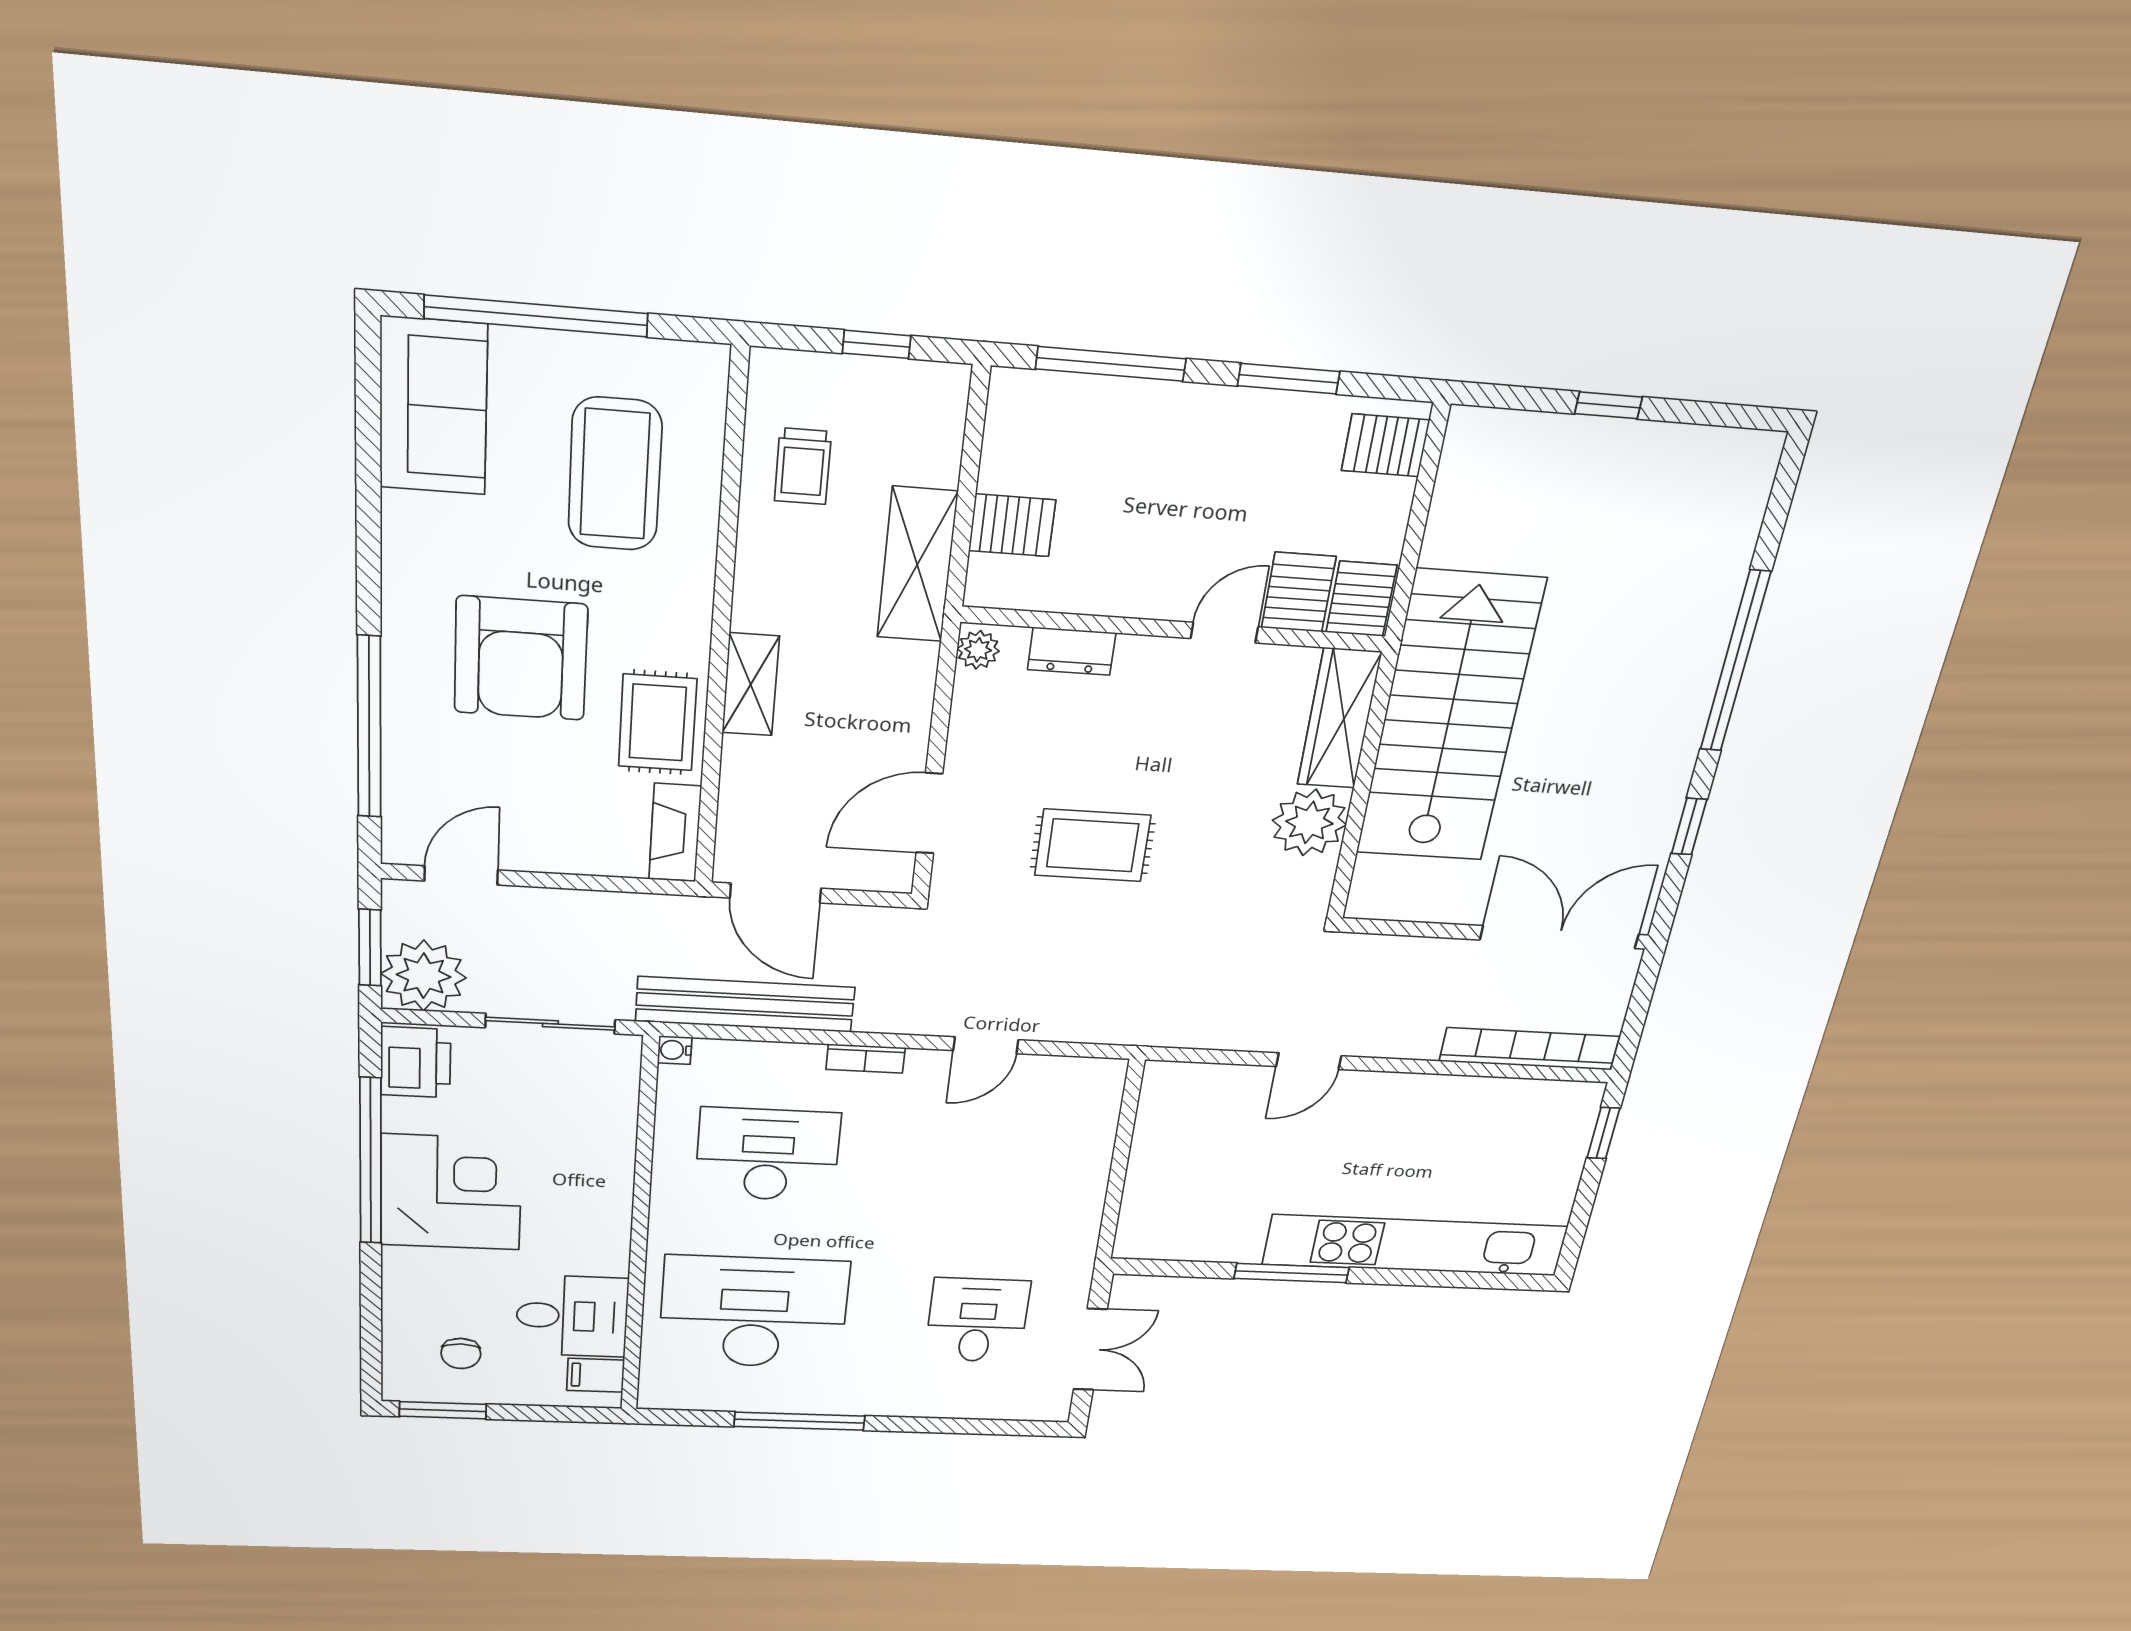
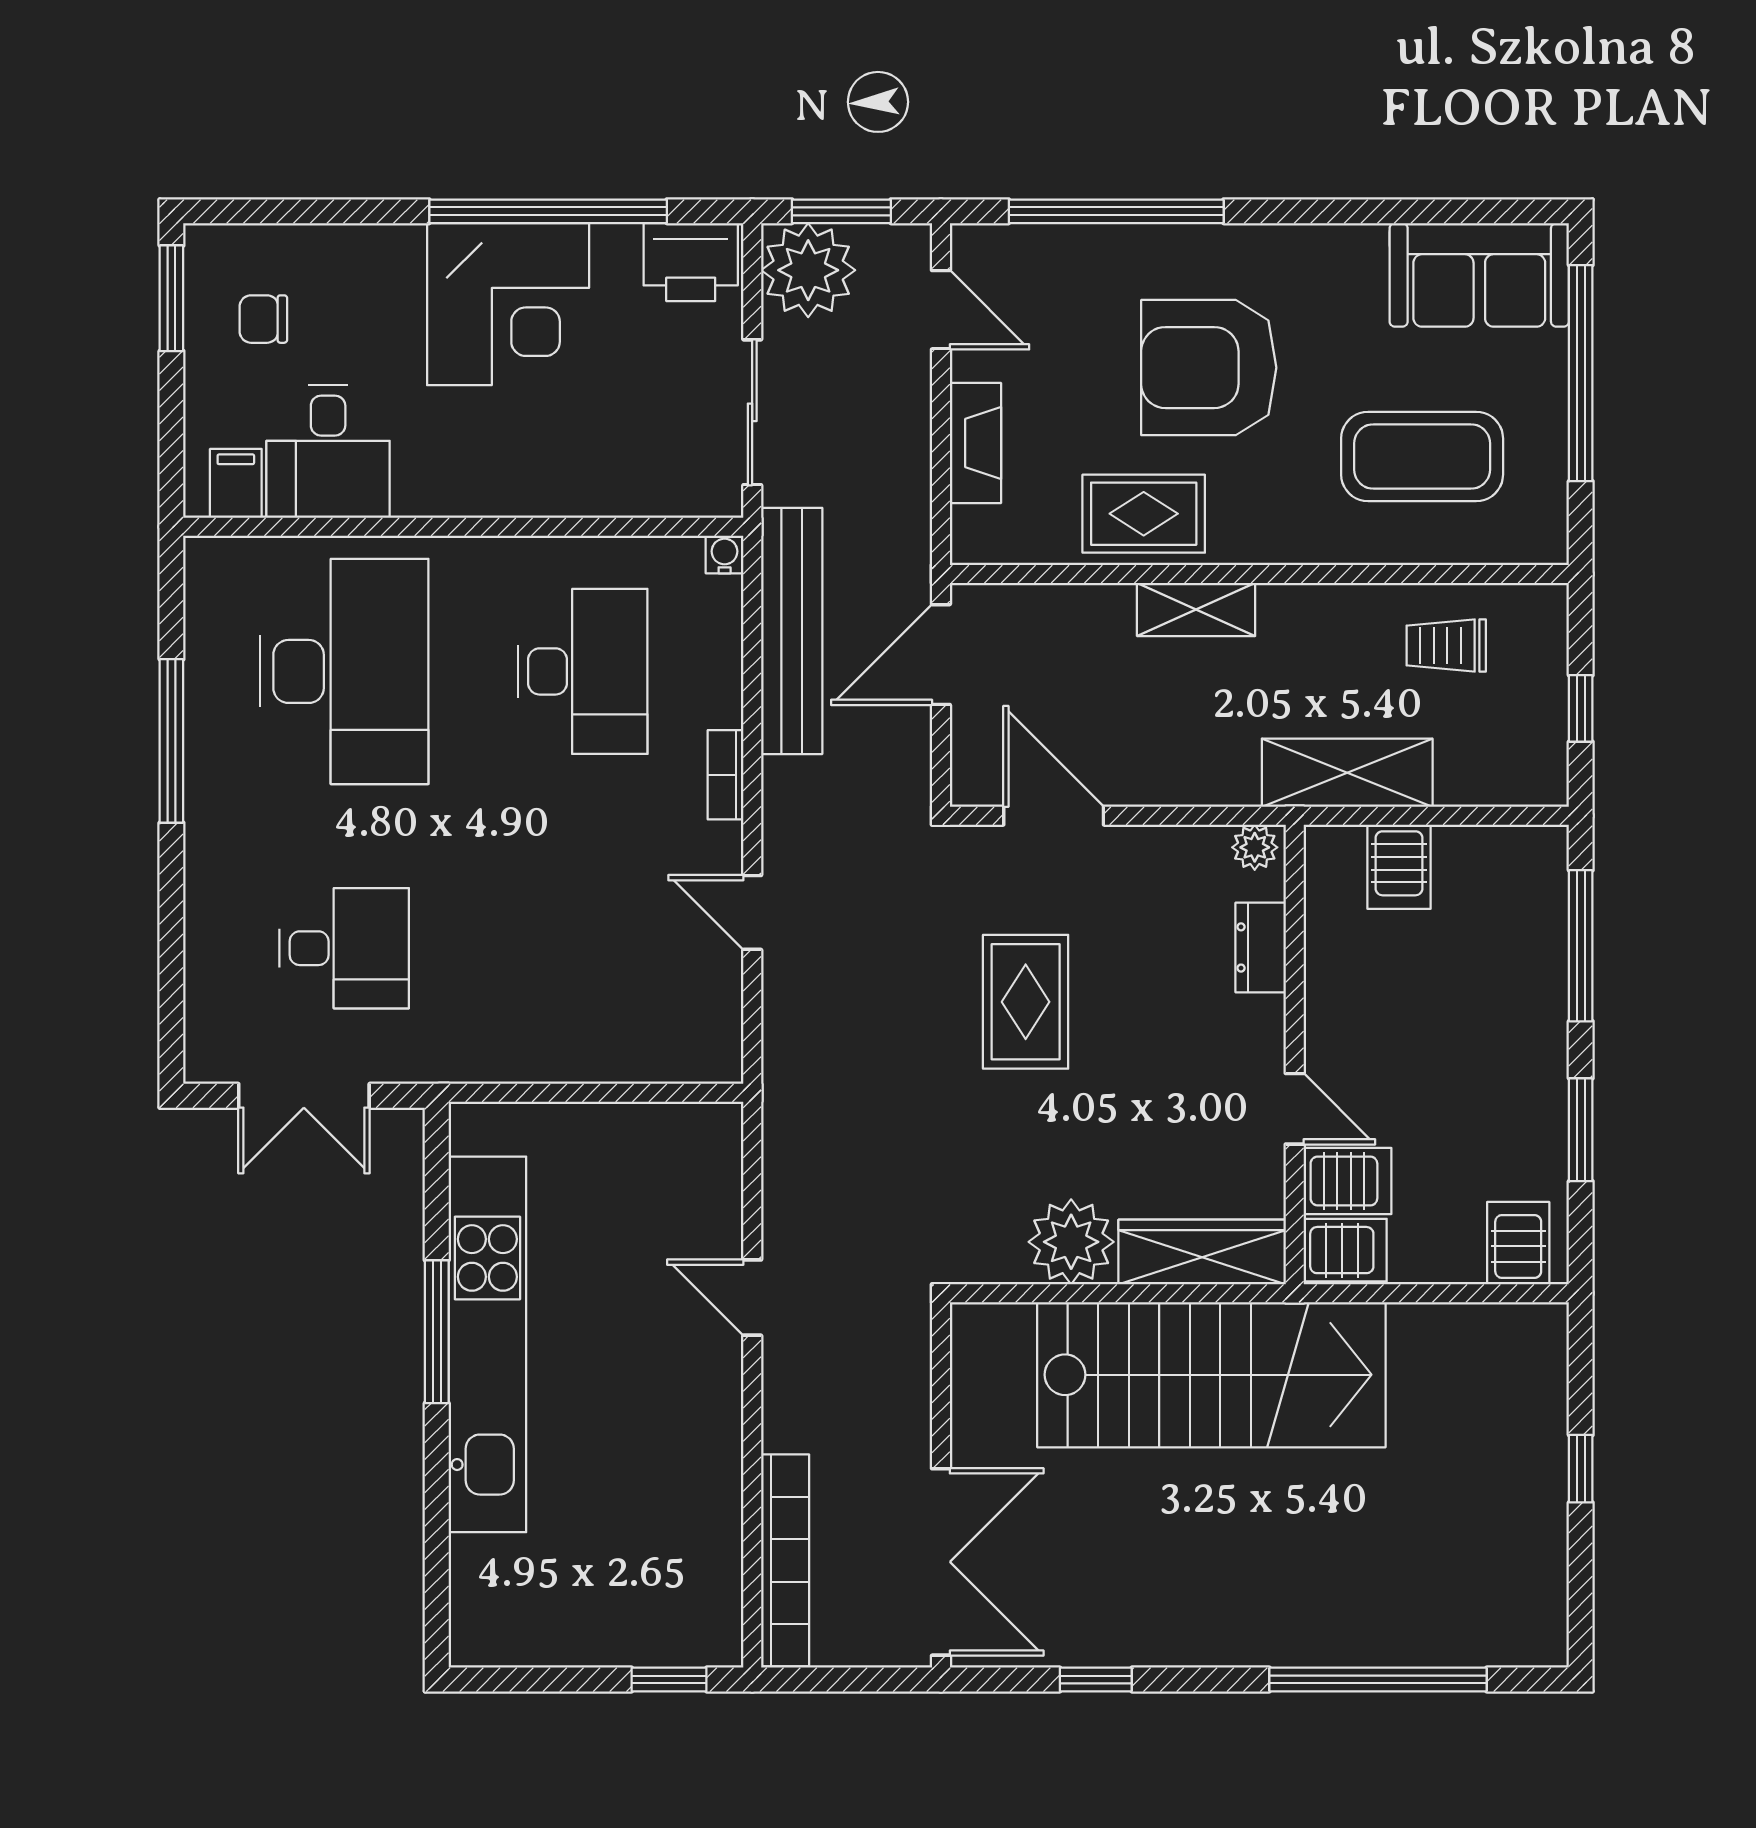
window: (1735, 662) -> (1378, 1680), moved
fireplace: (675, 833) -> (975, 443), moved, turned 90
kitchen unit: (1415, 1245) -> (487, 1344), moved

